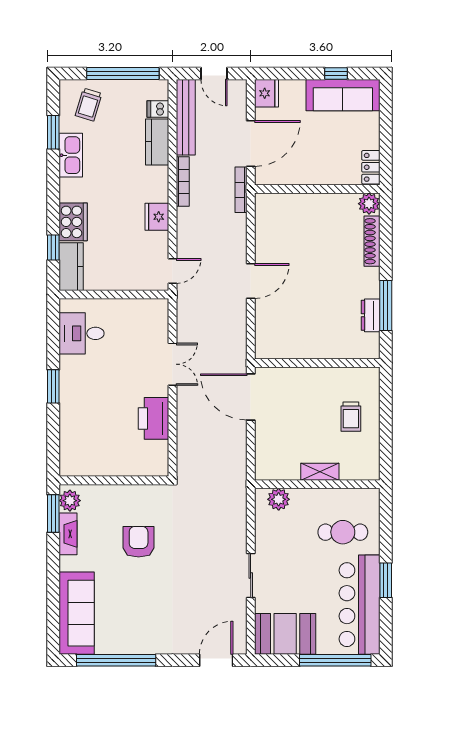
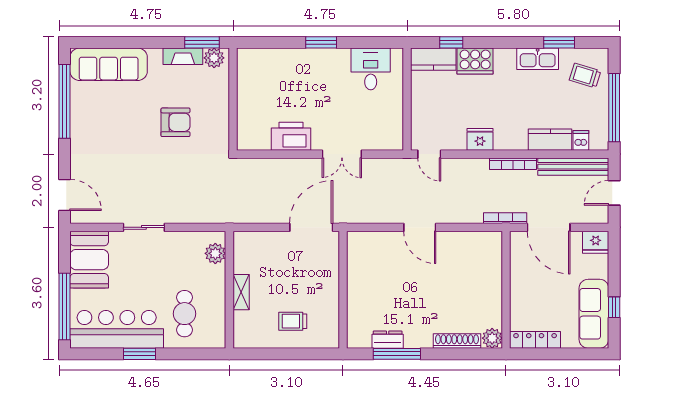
locker: (371, 167) -> (535, 340), width x1.53

